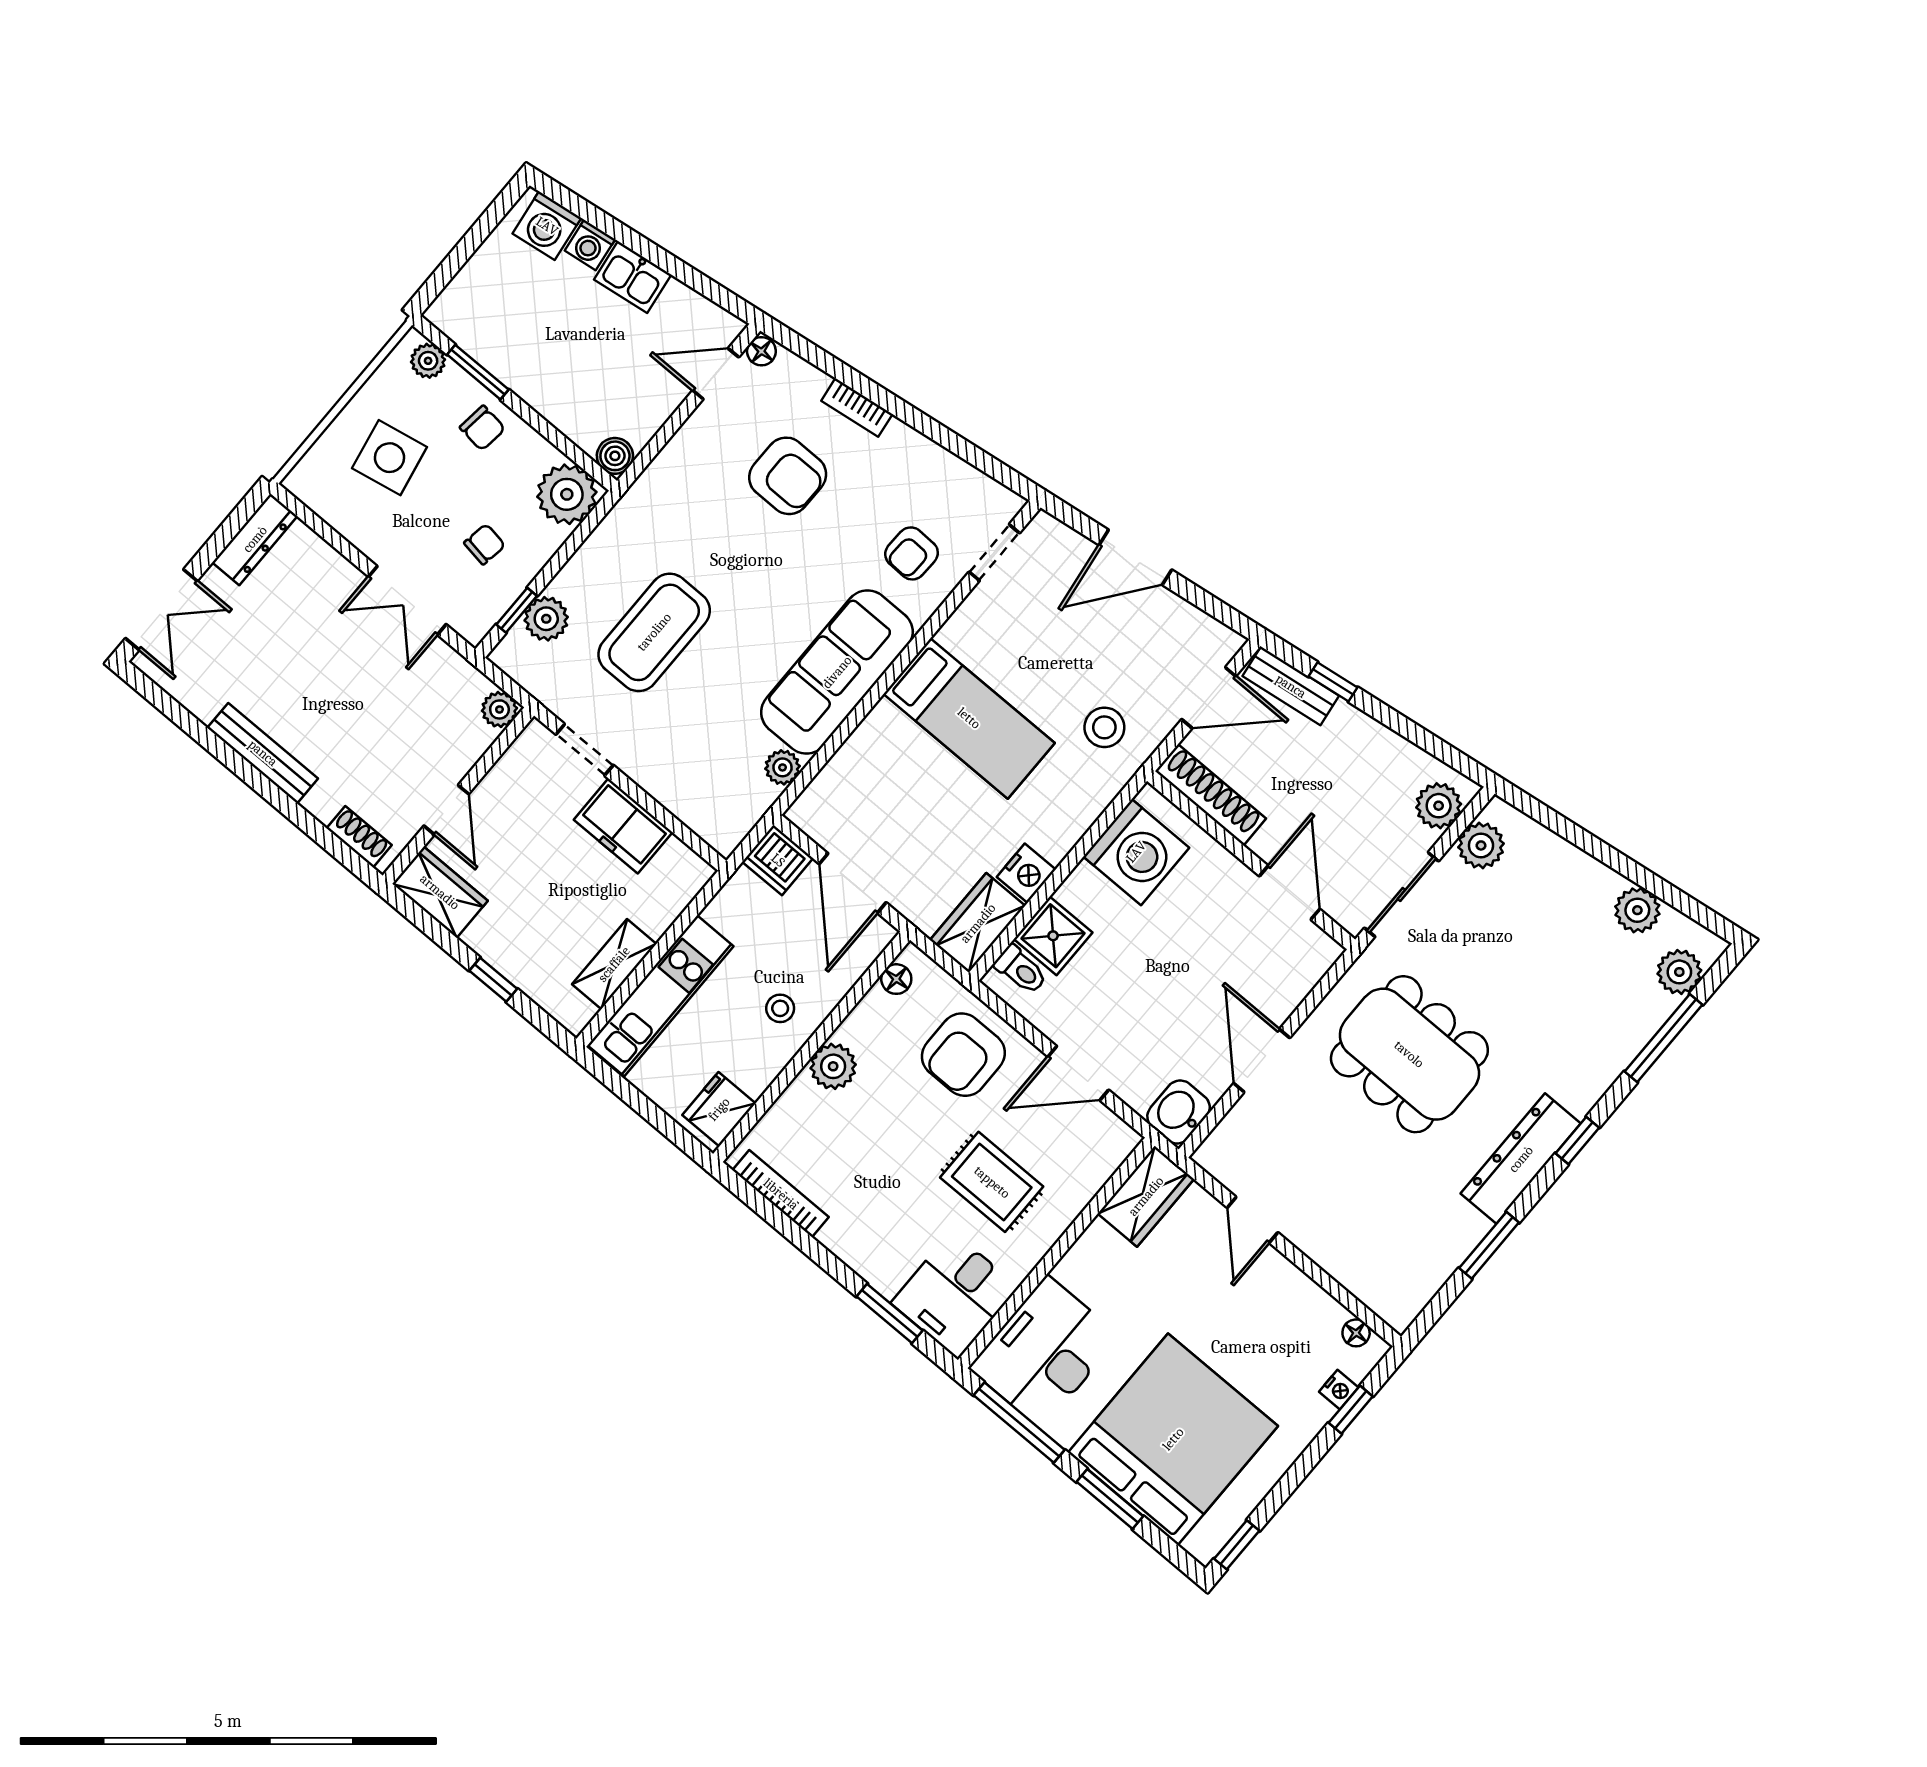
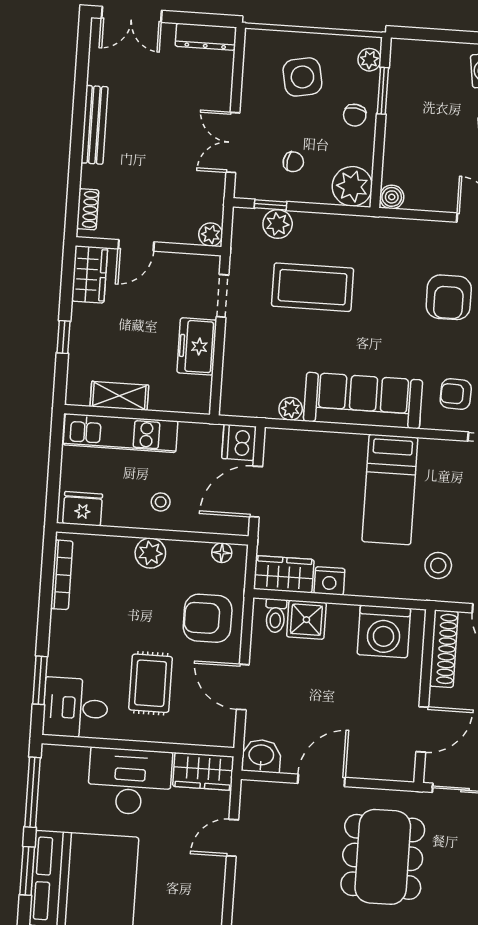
desk: (1044, 1352) -> (130, 782), moved

